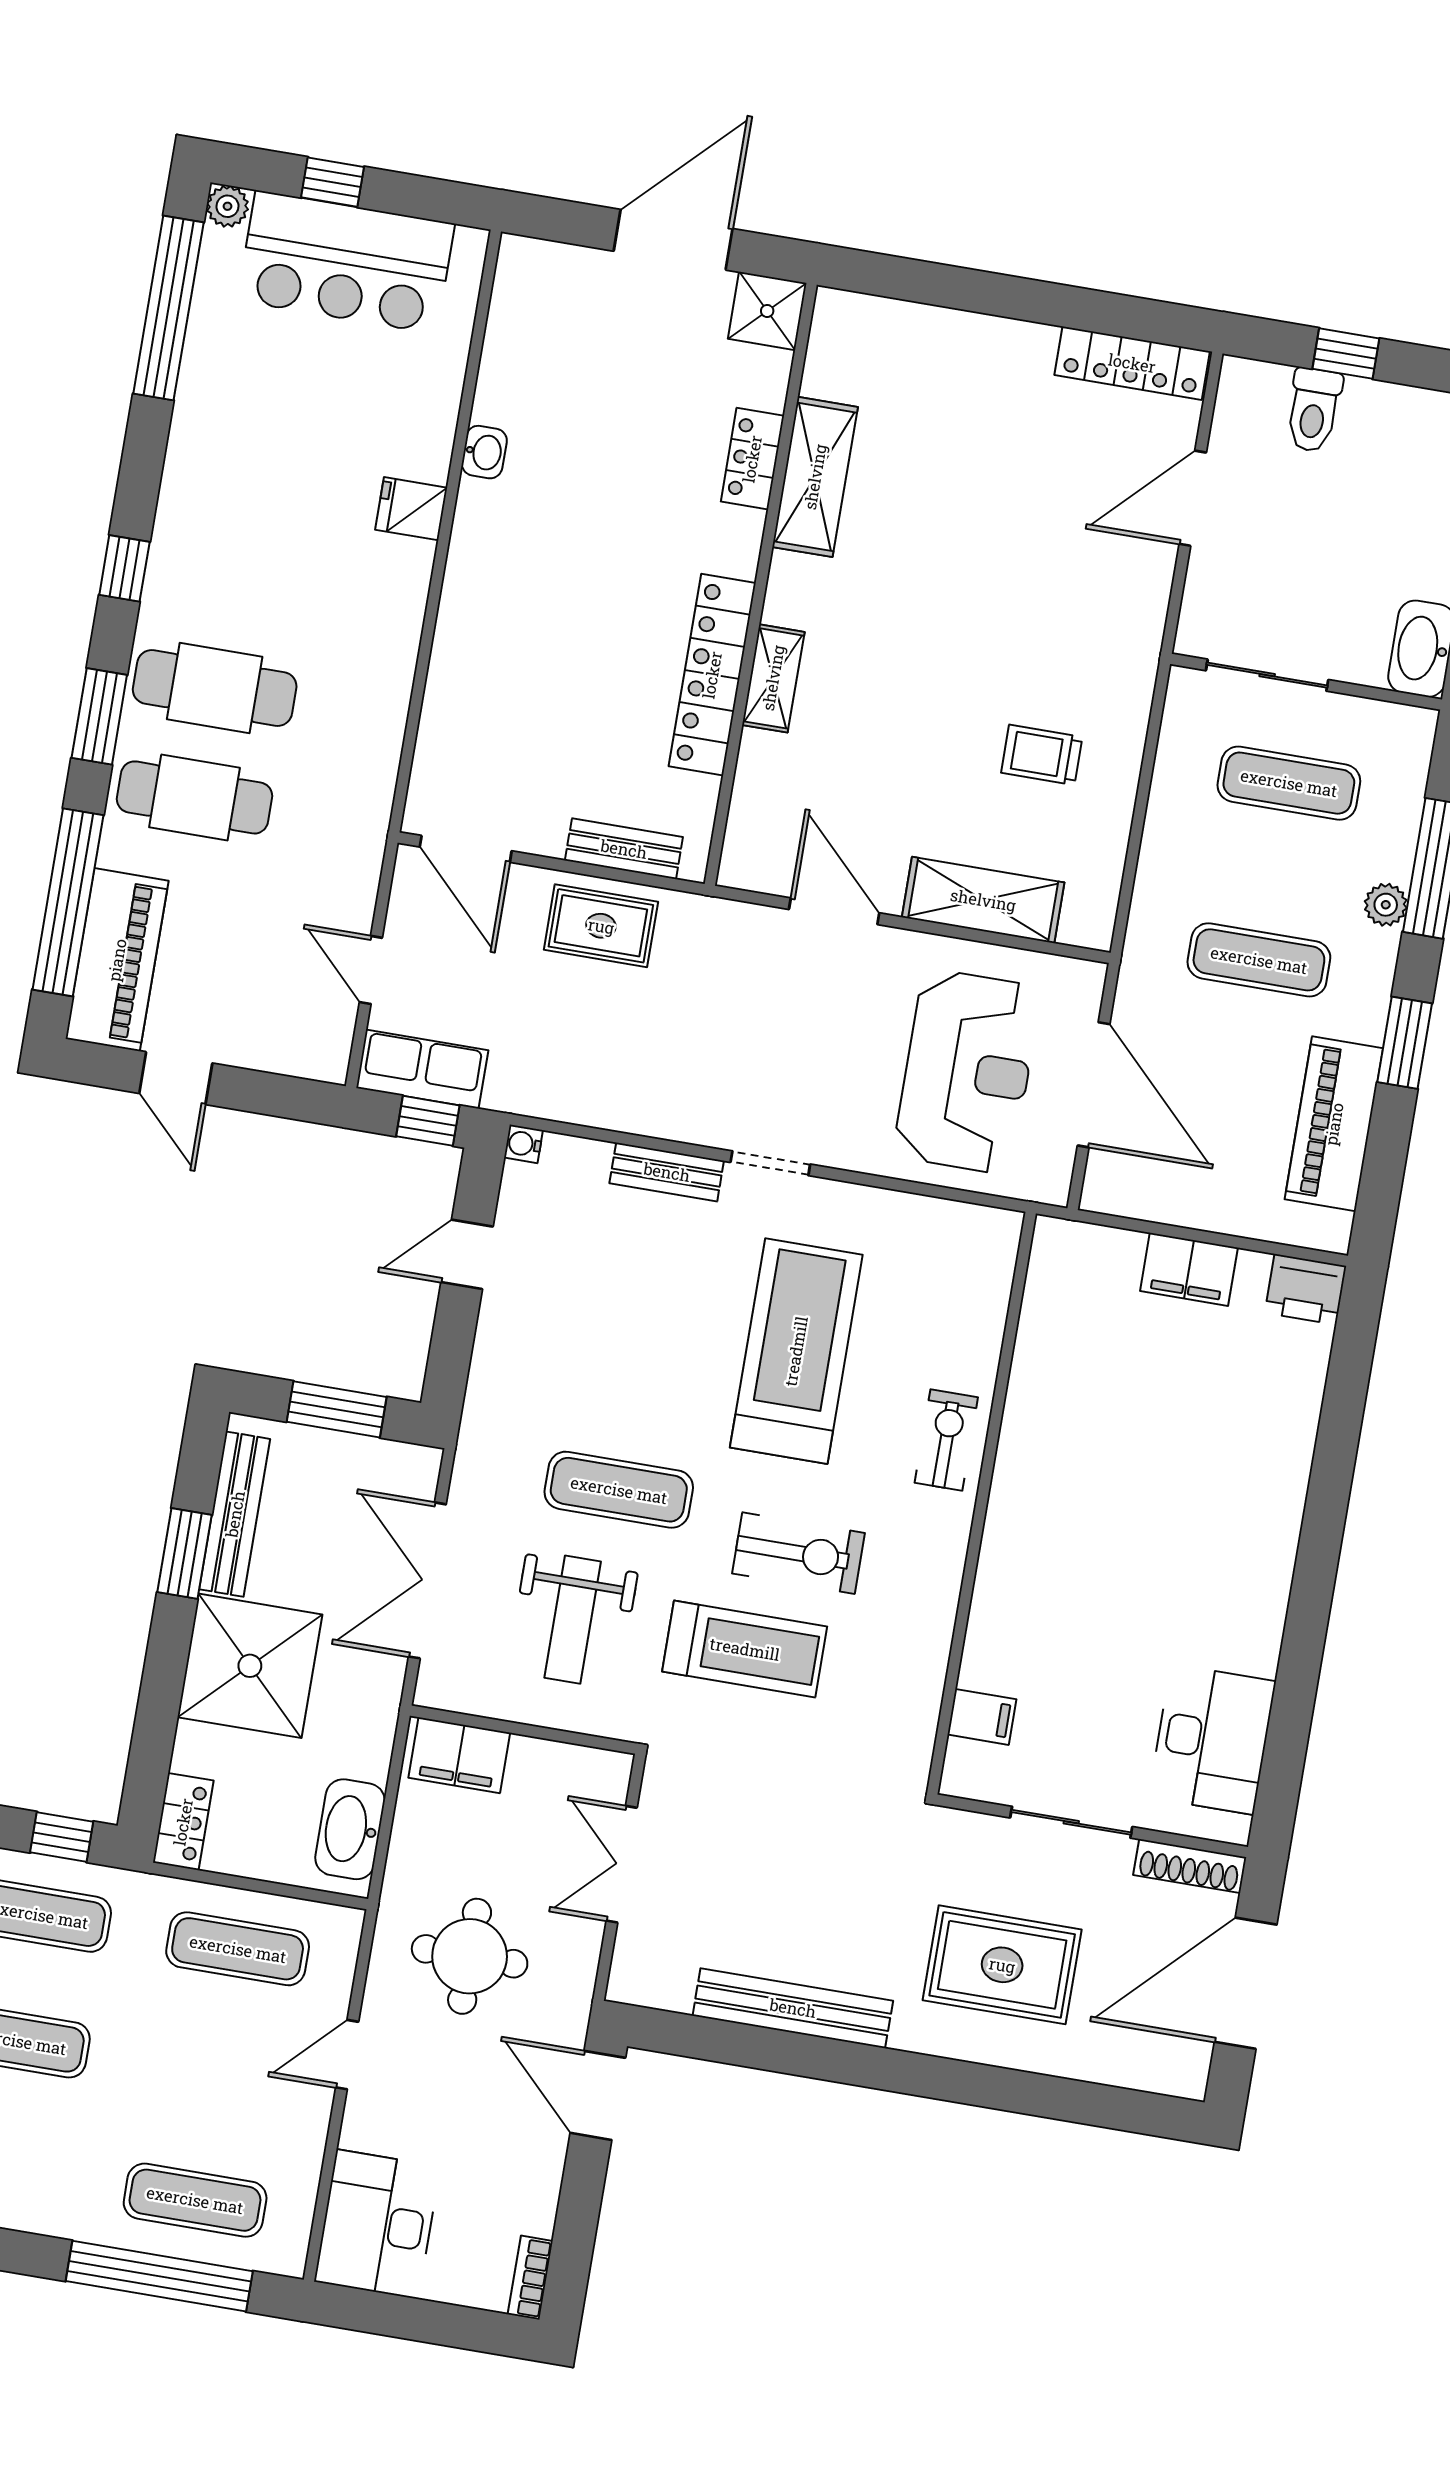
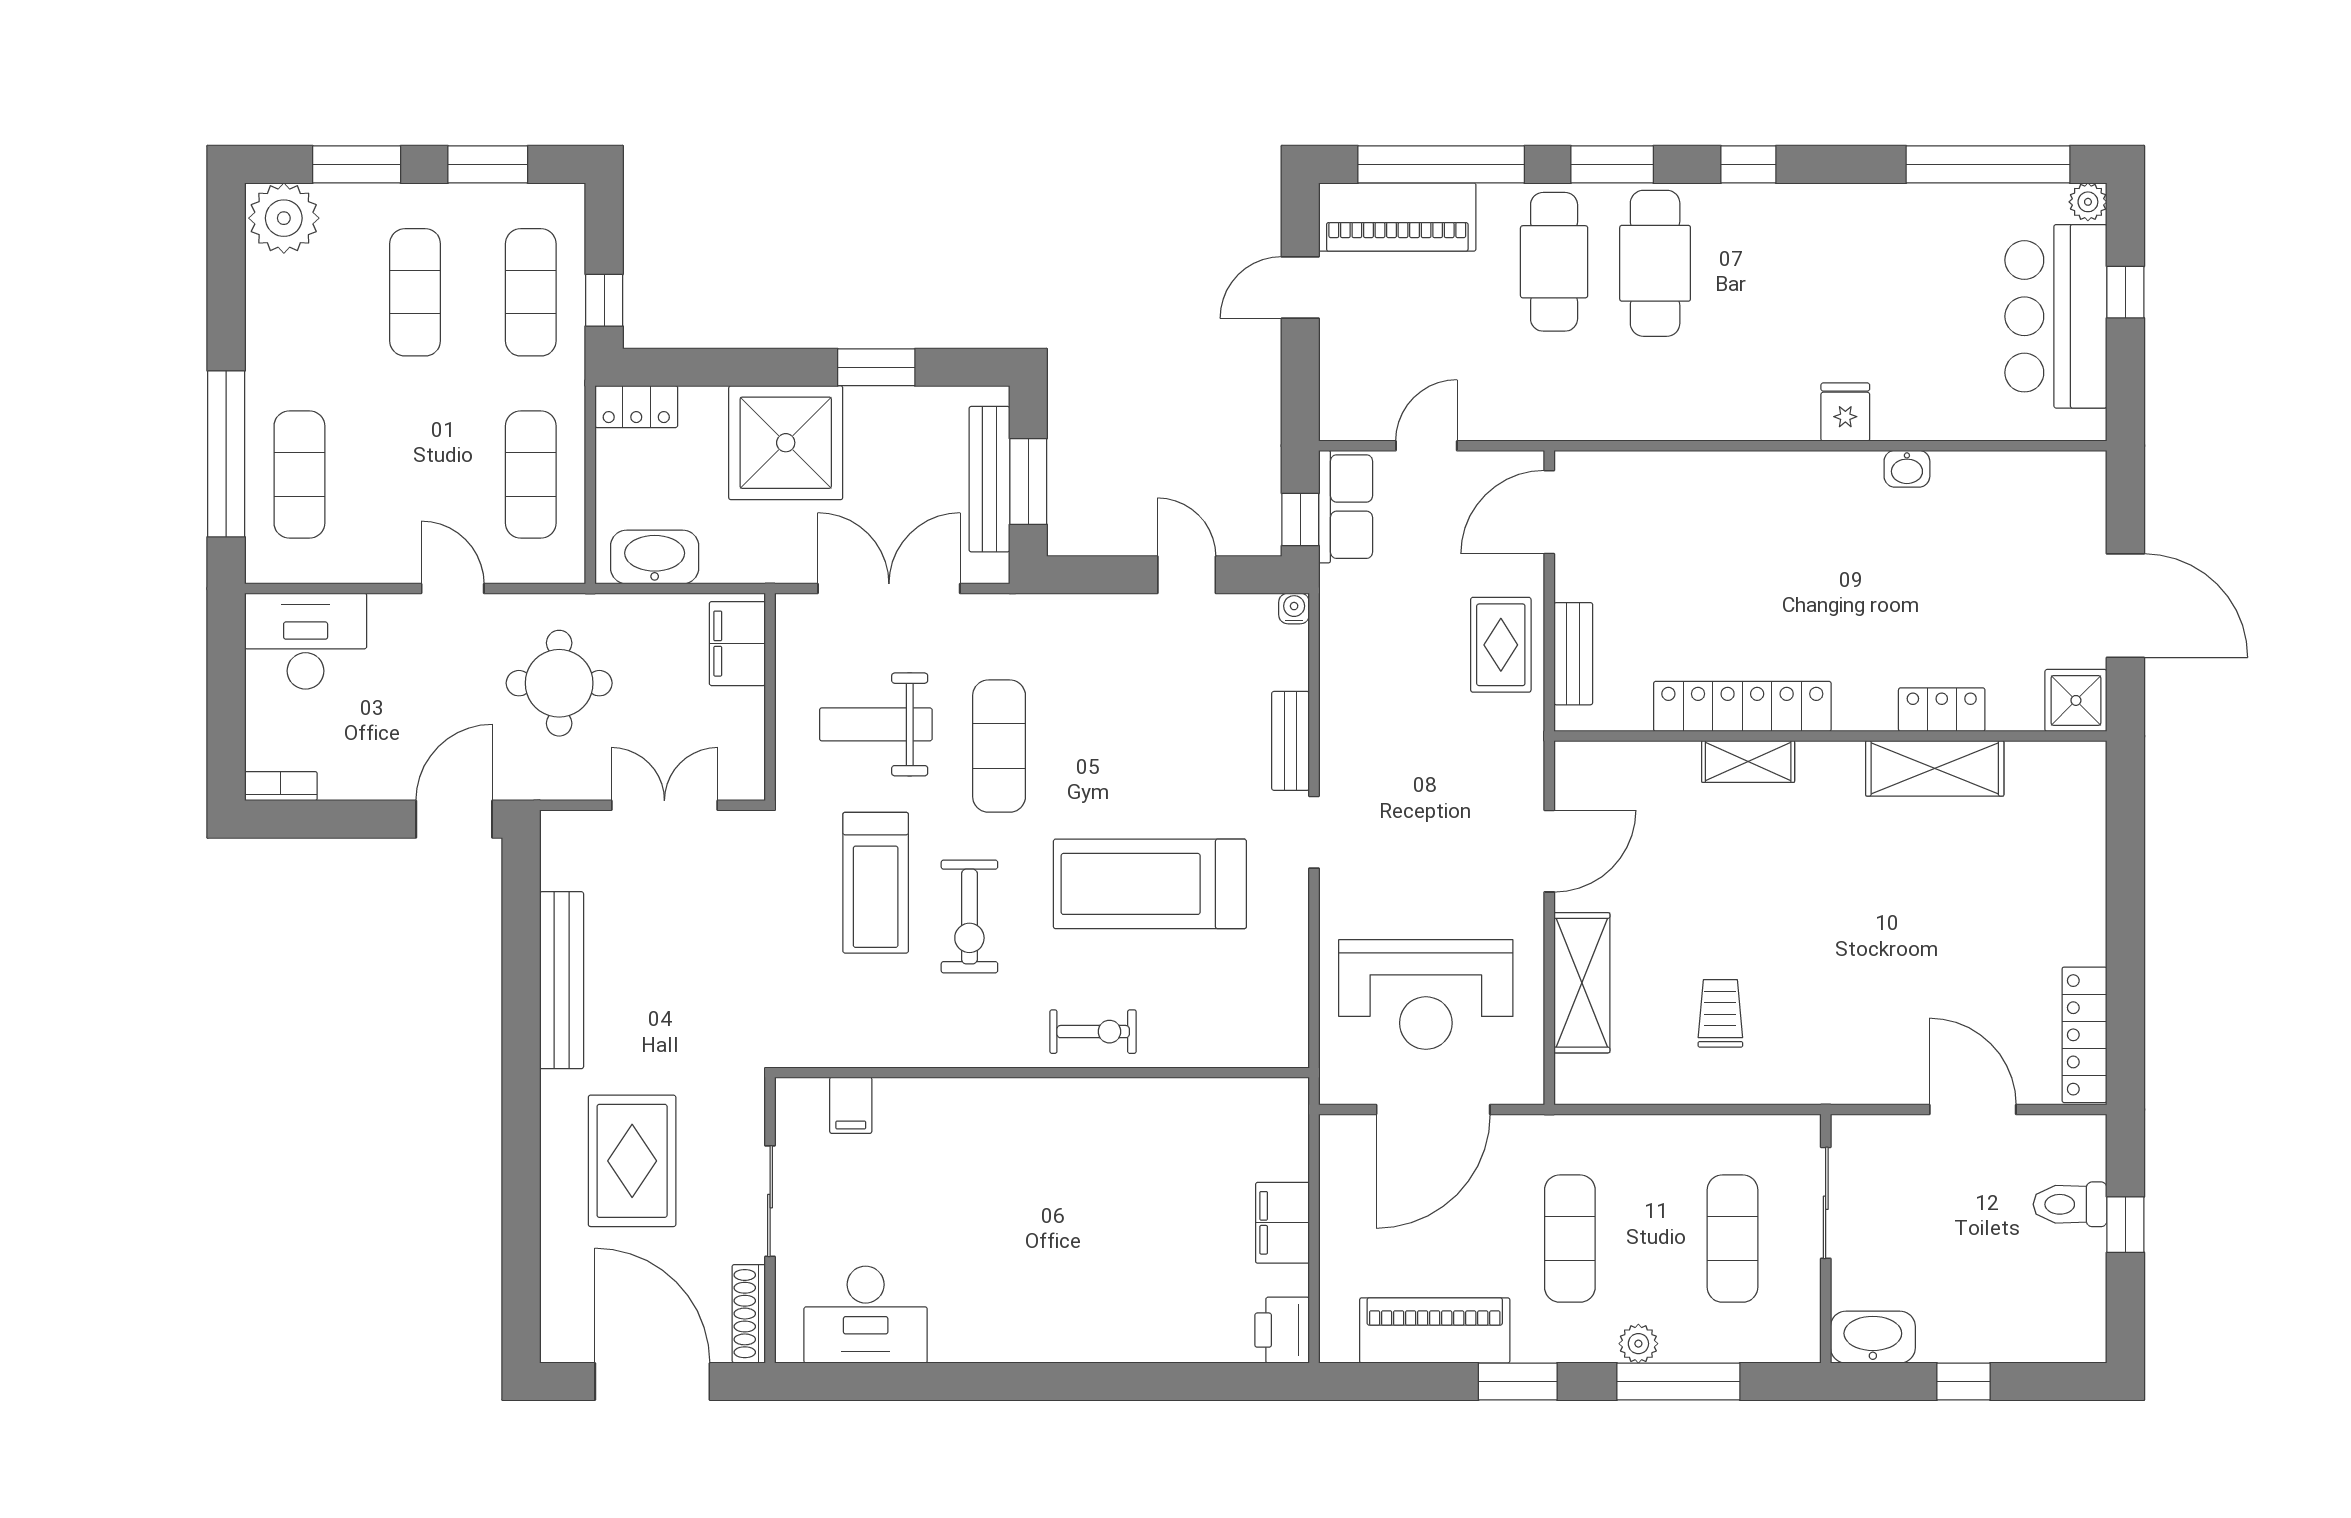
treadmill: (796, 1351) -> (1150, 884), turned 180
bench: (235, 1514) -> (989, 479), moved, turned 90

